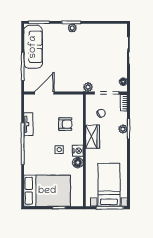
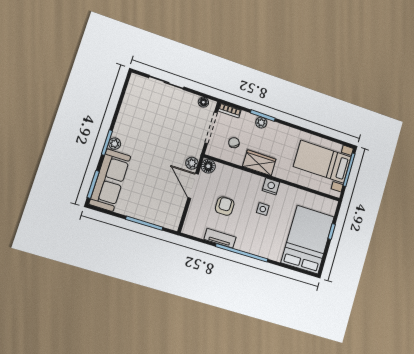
sofa: (33, 47) -> (110, 180), moved, turned 90
plant: (88, 87) -> (192, 163), moved
door: (44, 93) -> (193, 186), moved
armchair: (65, 124) -> (225, 206), moved
floor lamp: (78, 163) -> (208, 166), moved

